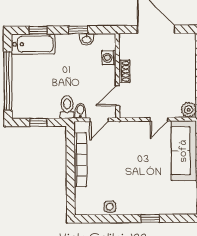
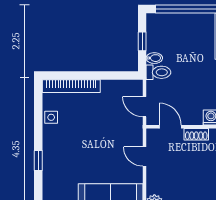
bidet: (80, 111) -> (154, 58), moved
door: (159, 119) -> (145, 157), moved
bookcase: (80, 160) -> (71, 86), moved

